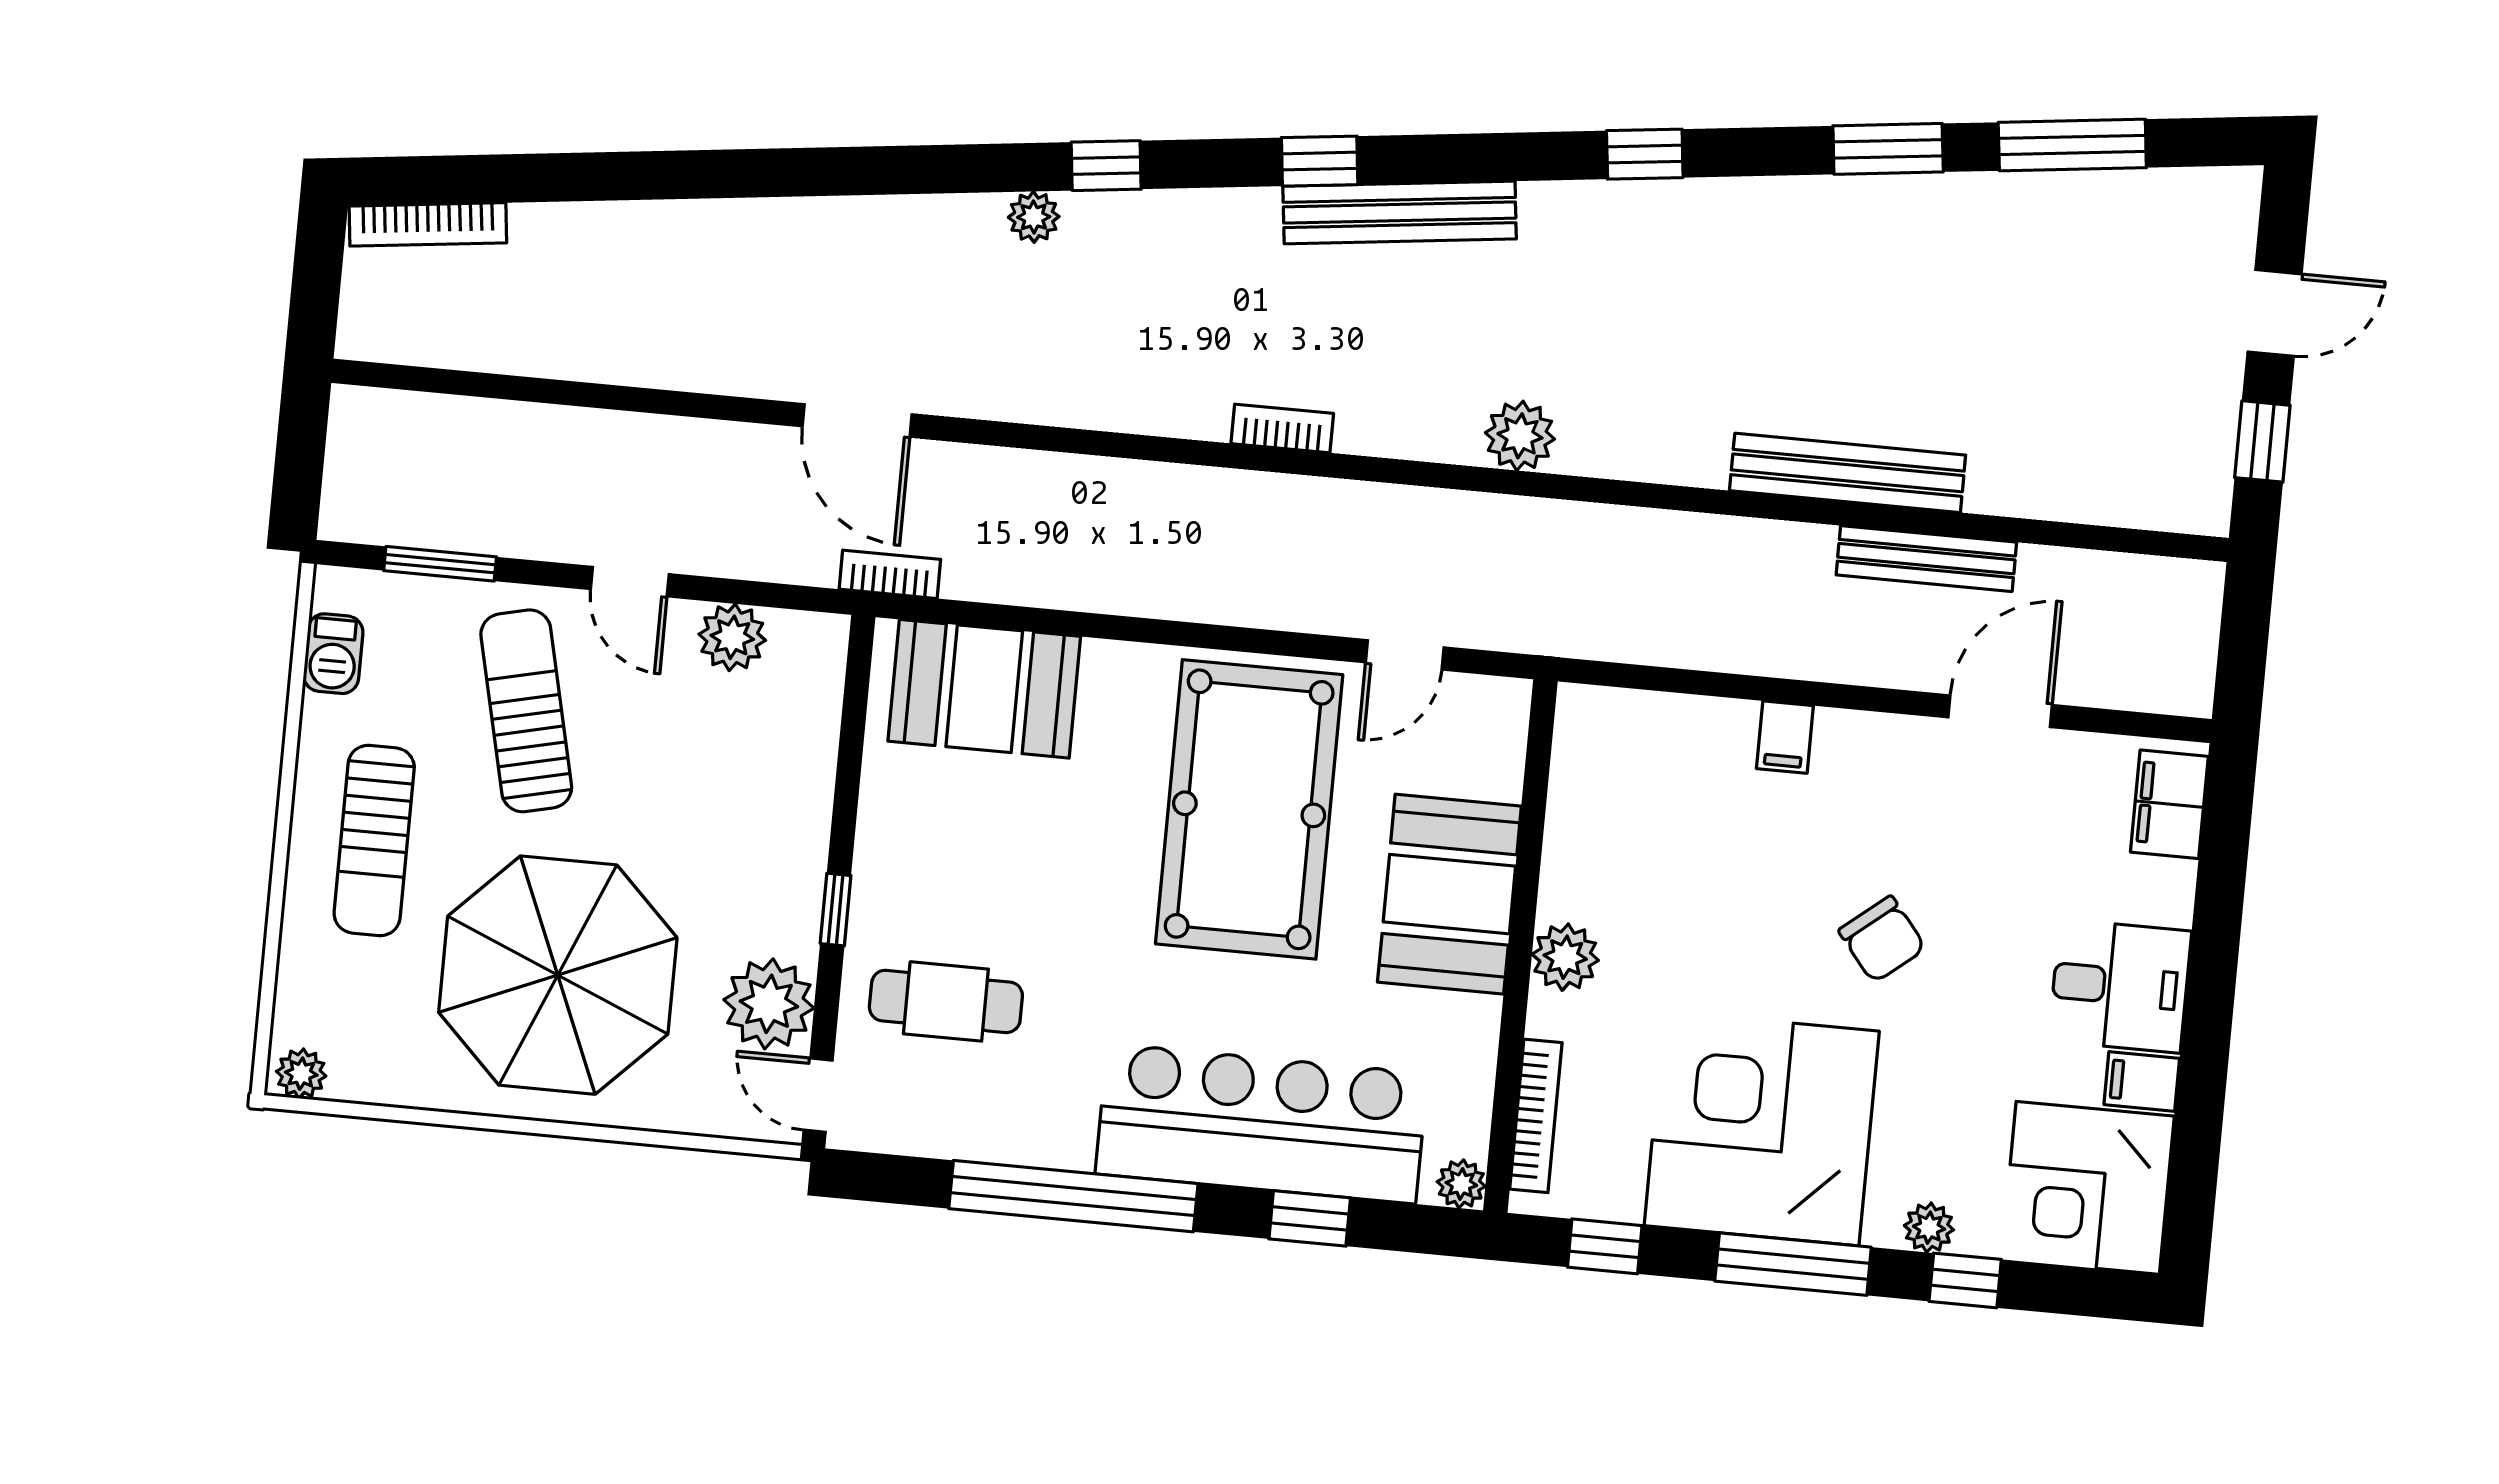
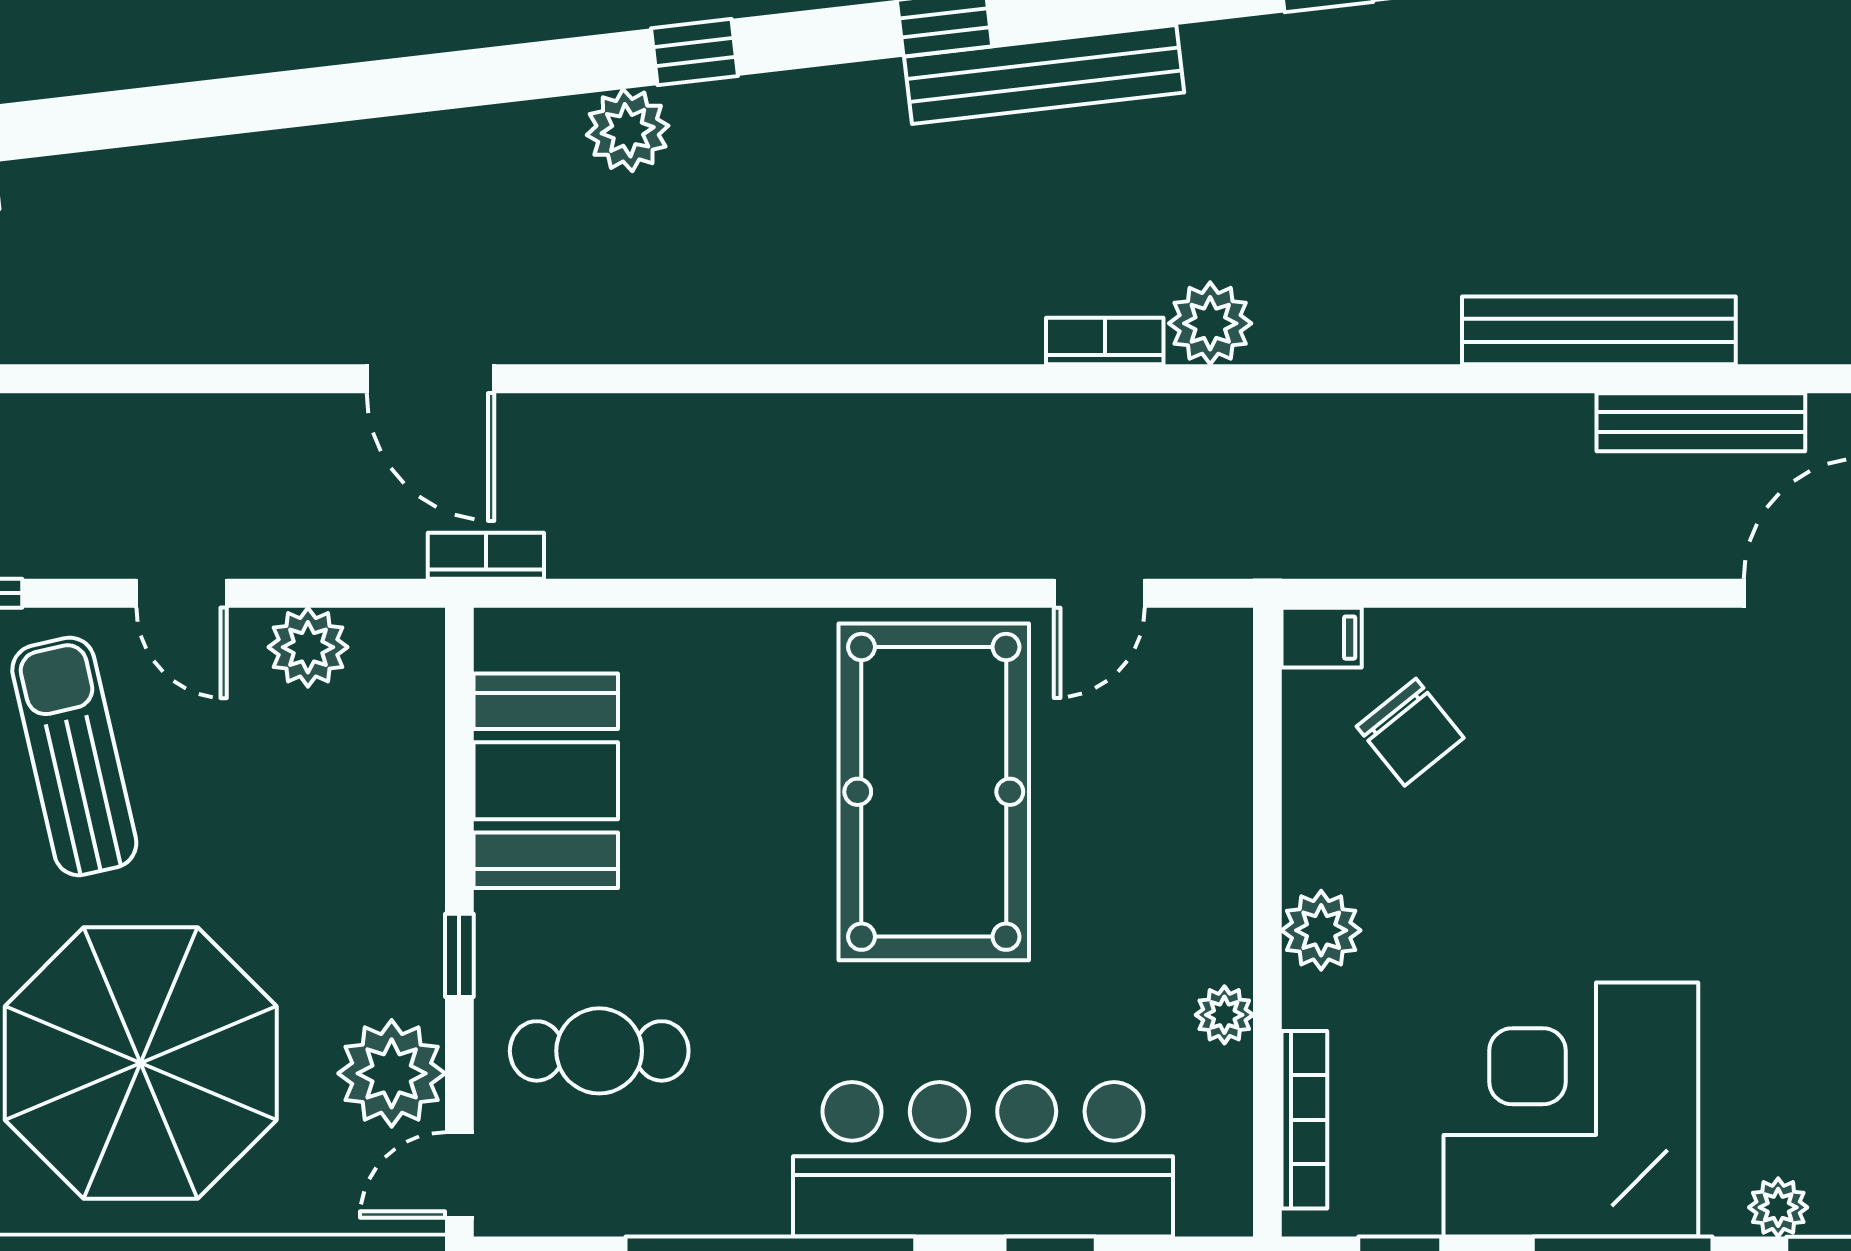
plant: (1034, 217) -> (628, 130), width x1.38, depth x1.38
bookcase: (1282, 428) -> (1105, 341), moved
booth: (984, 689) -> (546, 781), moved, turned 90
filing cabinet: (1785, 737) -> (1322, 638), moved, turned -90
booth: (1449, 894) -> (1178, 869), removed
chair: (1882, 939) -> (1410, 732), moved
door: (818, 1095) -> (459, 1175), hinge flipped
plant: (1461, 1184) -> (1224, 1015), moved

